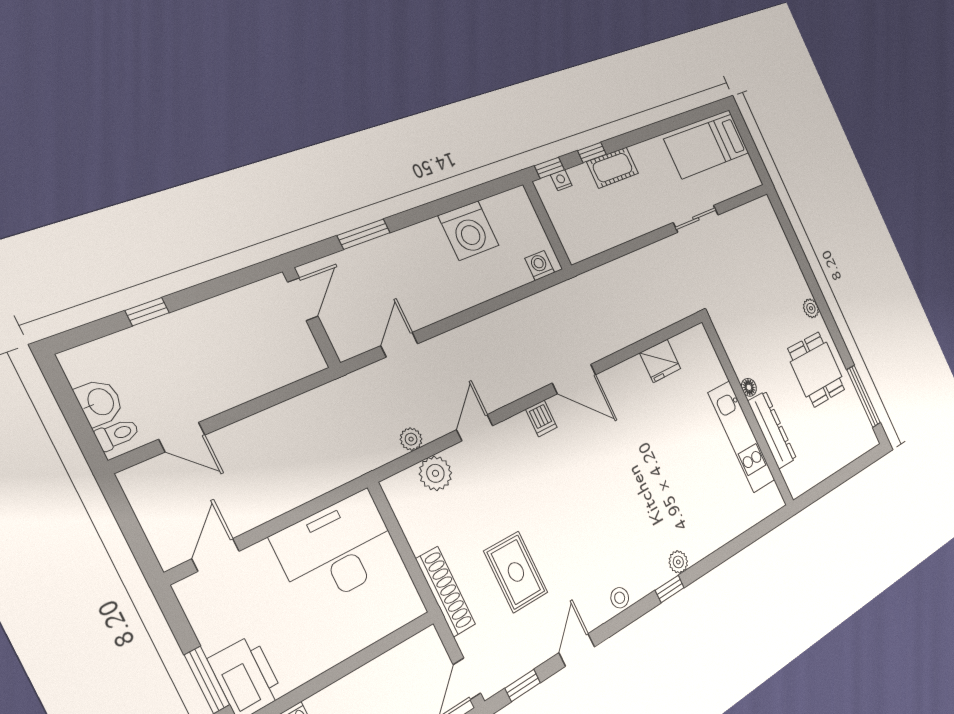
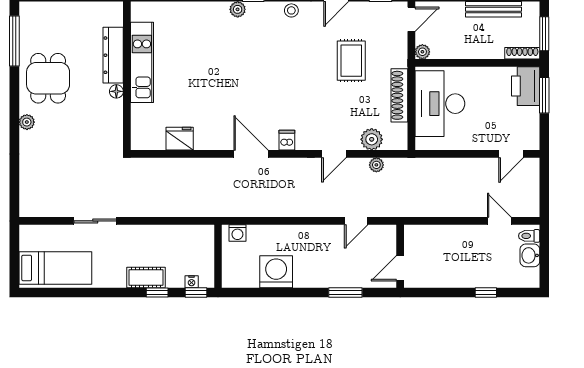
desk: (337, 549) -> (440, 104), moved, turned 90
shoe rack: (445, 592) -> (399, 95), moved
plant: (429, 640) -> (422, 52), added

